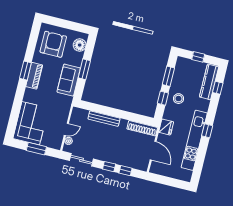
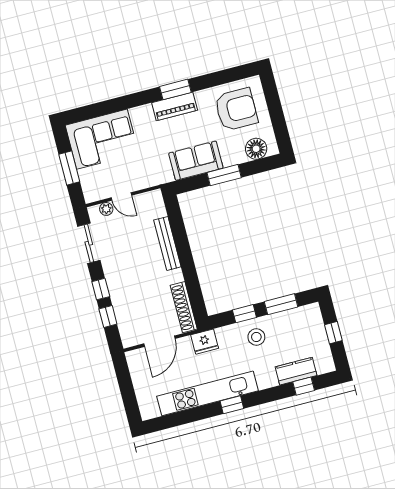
kitchen counter: (209, 82) -> (296, 371), width x0.67

